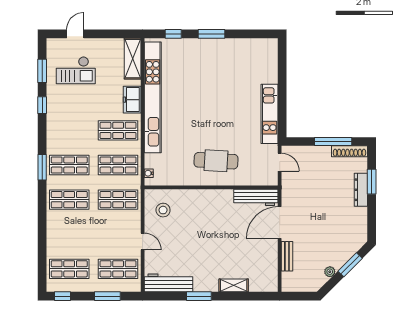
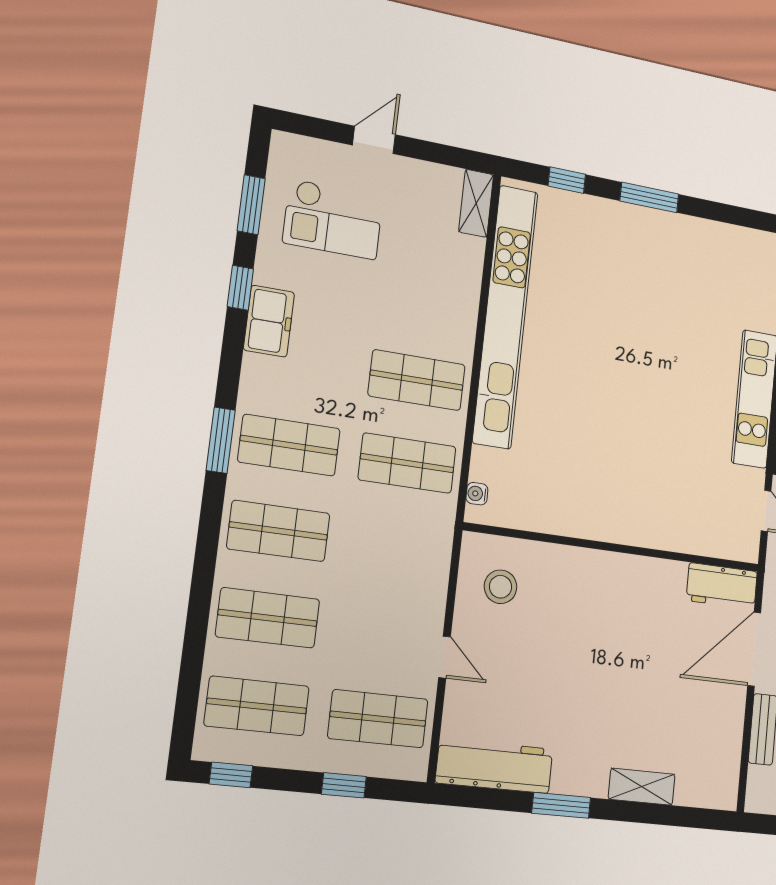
door: (75, 34) -> (374, 140), moved
shelving: (133, 59) -> (476, 203), width x0.67, depth x0.75
freezer: (132, 100) -> (269, 321), moved, turned 180
cafe table: (216, 161) -> (631, 487), removed
workbench: (256, 197) -> (722, 586), width x0.73
shop shelf: (118, 200) -> (268, 618), moved
window: (107, 296) -> (344, 785), width x0.67

